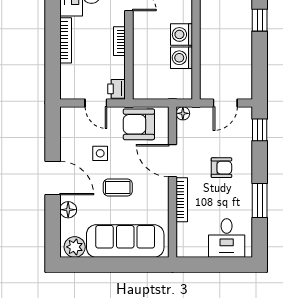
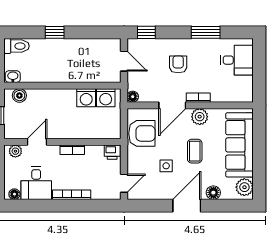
washing machine: (182, 34) -> (106, 98), moved
door: (96, 103) -> (124, 183), moved
armchair: (139, 124) -> (142, 133), turned -90
plant: (159, 193) -> (200, 117), added
bookcase: (182, 200) -> (198, 98), width x0.64

